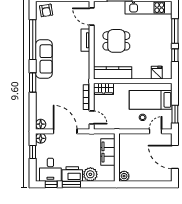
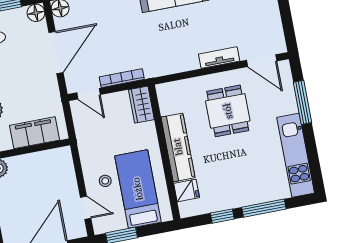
door: (92, 17) -> (262, 61), swing flipped
kitchen counter: (113, 73) -> (178, 147), moved
door: (92, 117) -> (88, 94), hinge flipped

